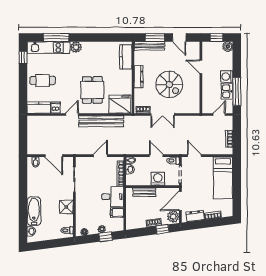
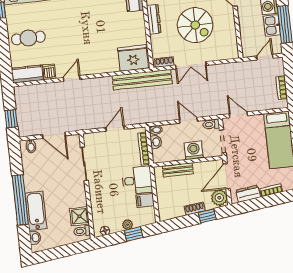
dining table: (92, 90) -> (95, 43), removed
bench: (101, 121) -> (142, 80), moved
window: (23, 140) -> (11, 119), added
window: (23, 202) -> (20, 200), added
shower: (66, 207) -> (79, 216), moved

